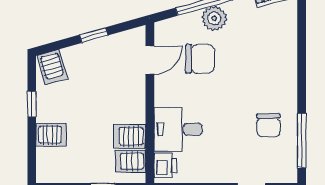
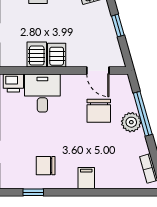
filing cabinet: (284, 75) -> (86, 178), added
window: (302, 141) -> (33, 192), width x0.46
server rack: (131, 161) -> (57, 55), moved

